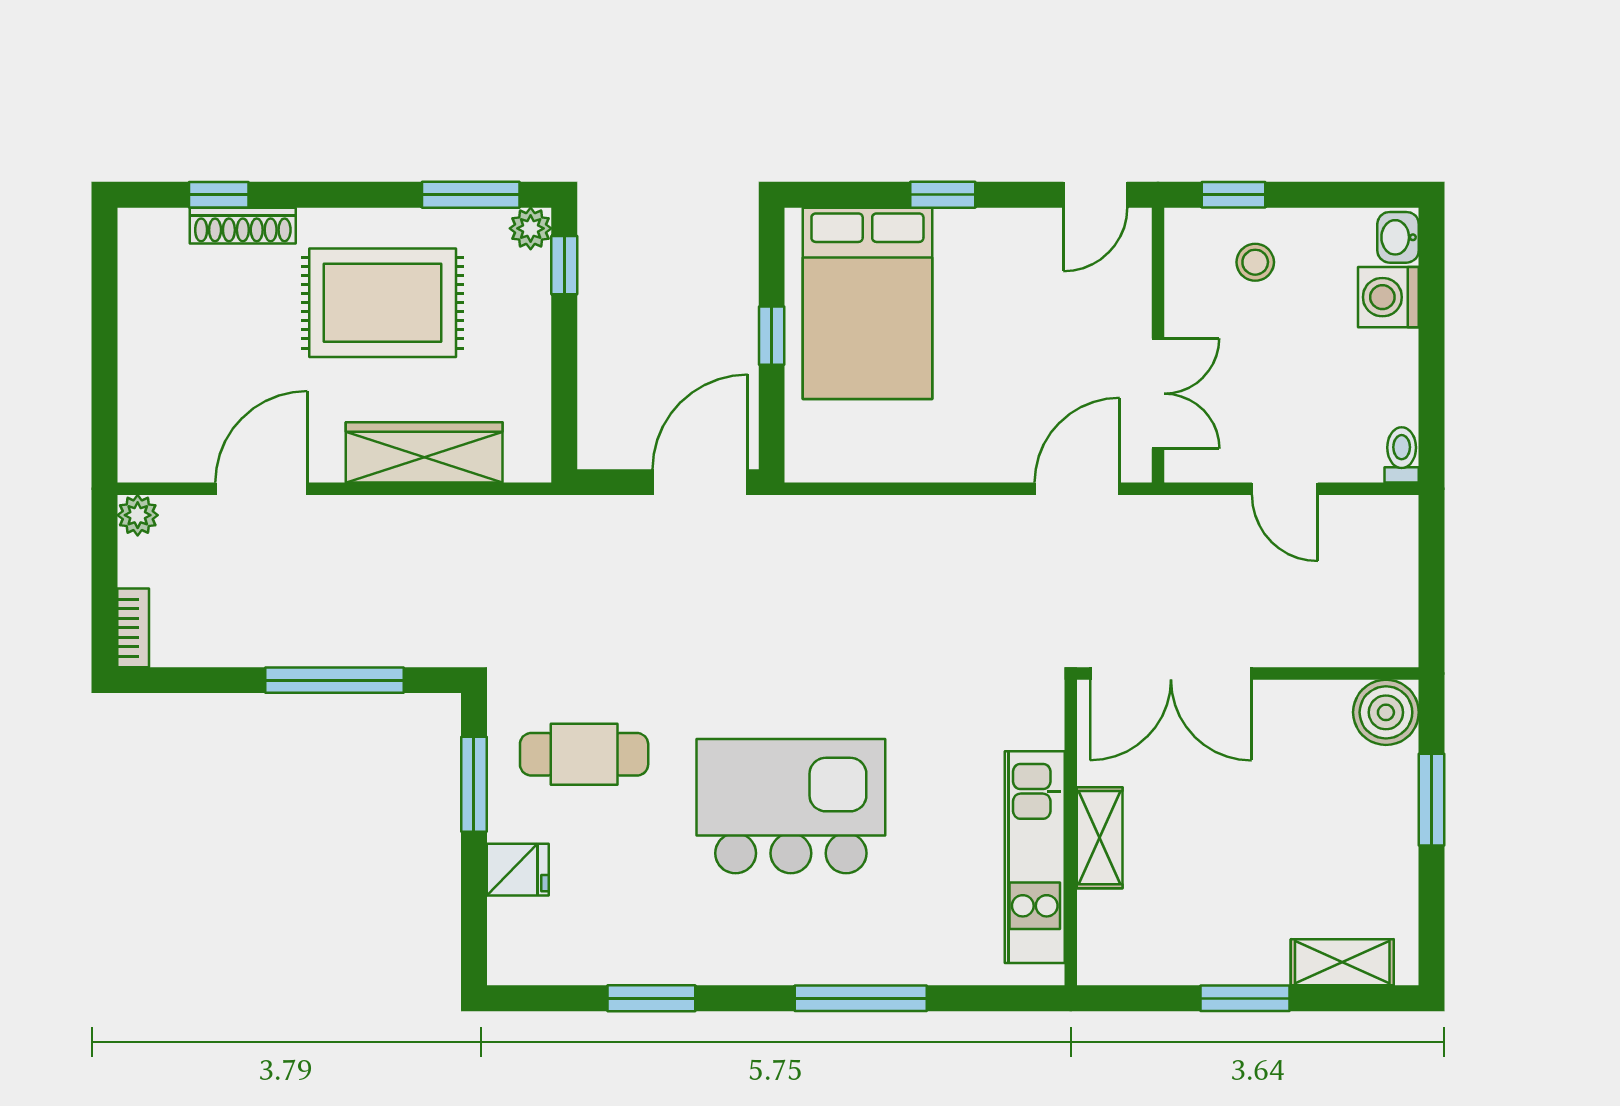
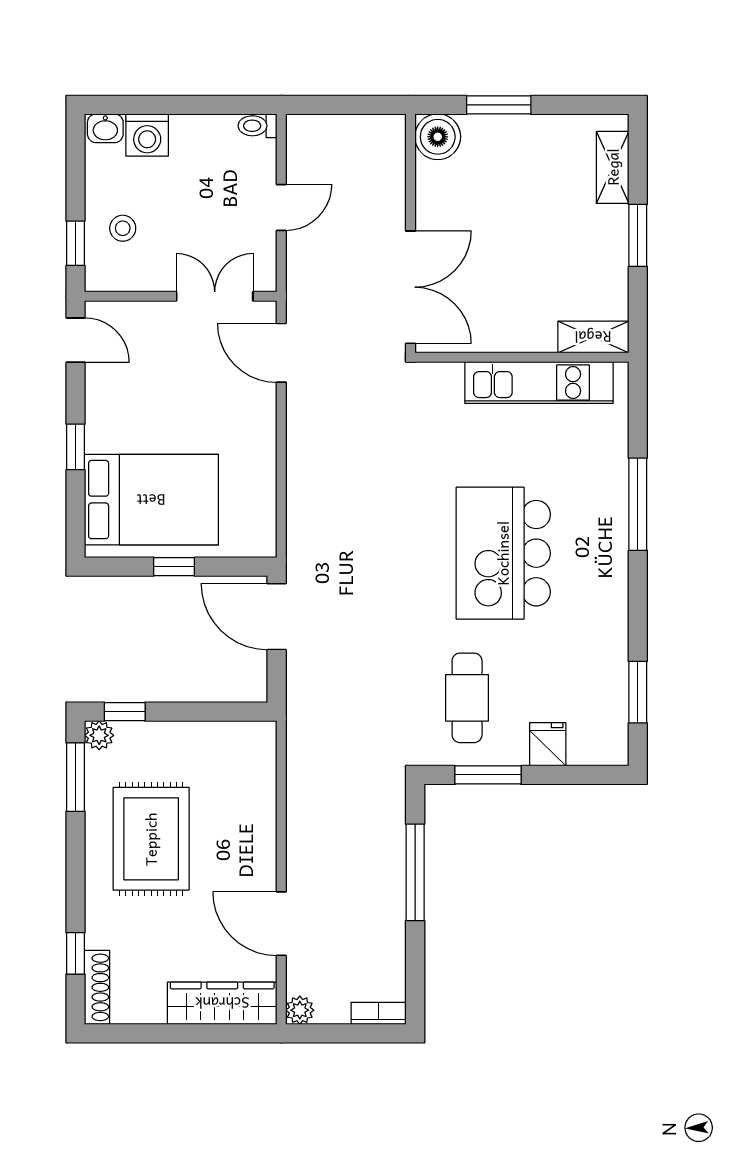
shoe rack: (243, 226) -> (97, 987), moved
wardrobe: (424, 452) -> (222, 1003), moved, turned 90
shelving: (1100, 838) -> (593, 337), moved
window: (651, 998) -> (638, 692), moved

